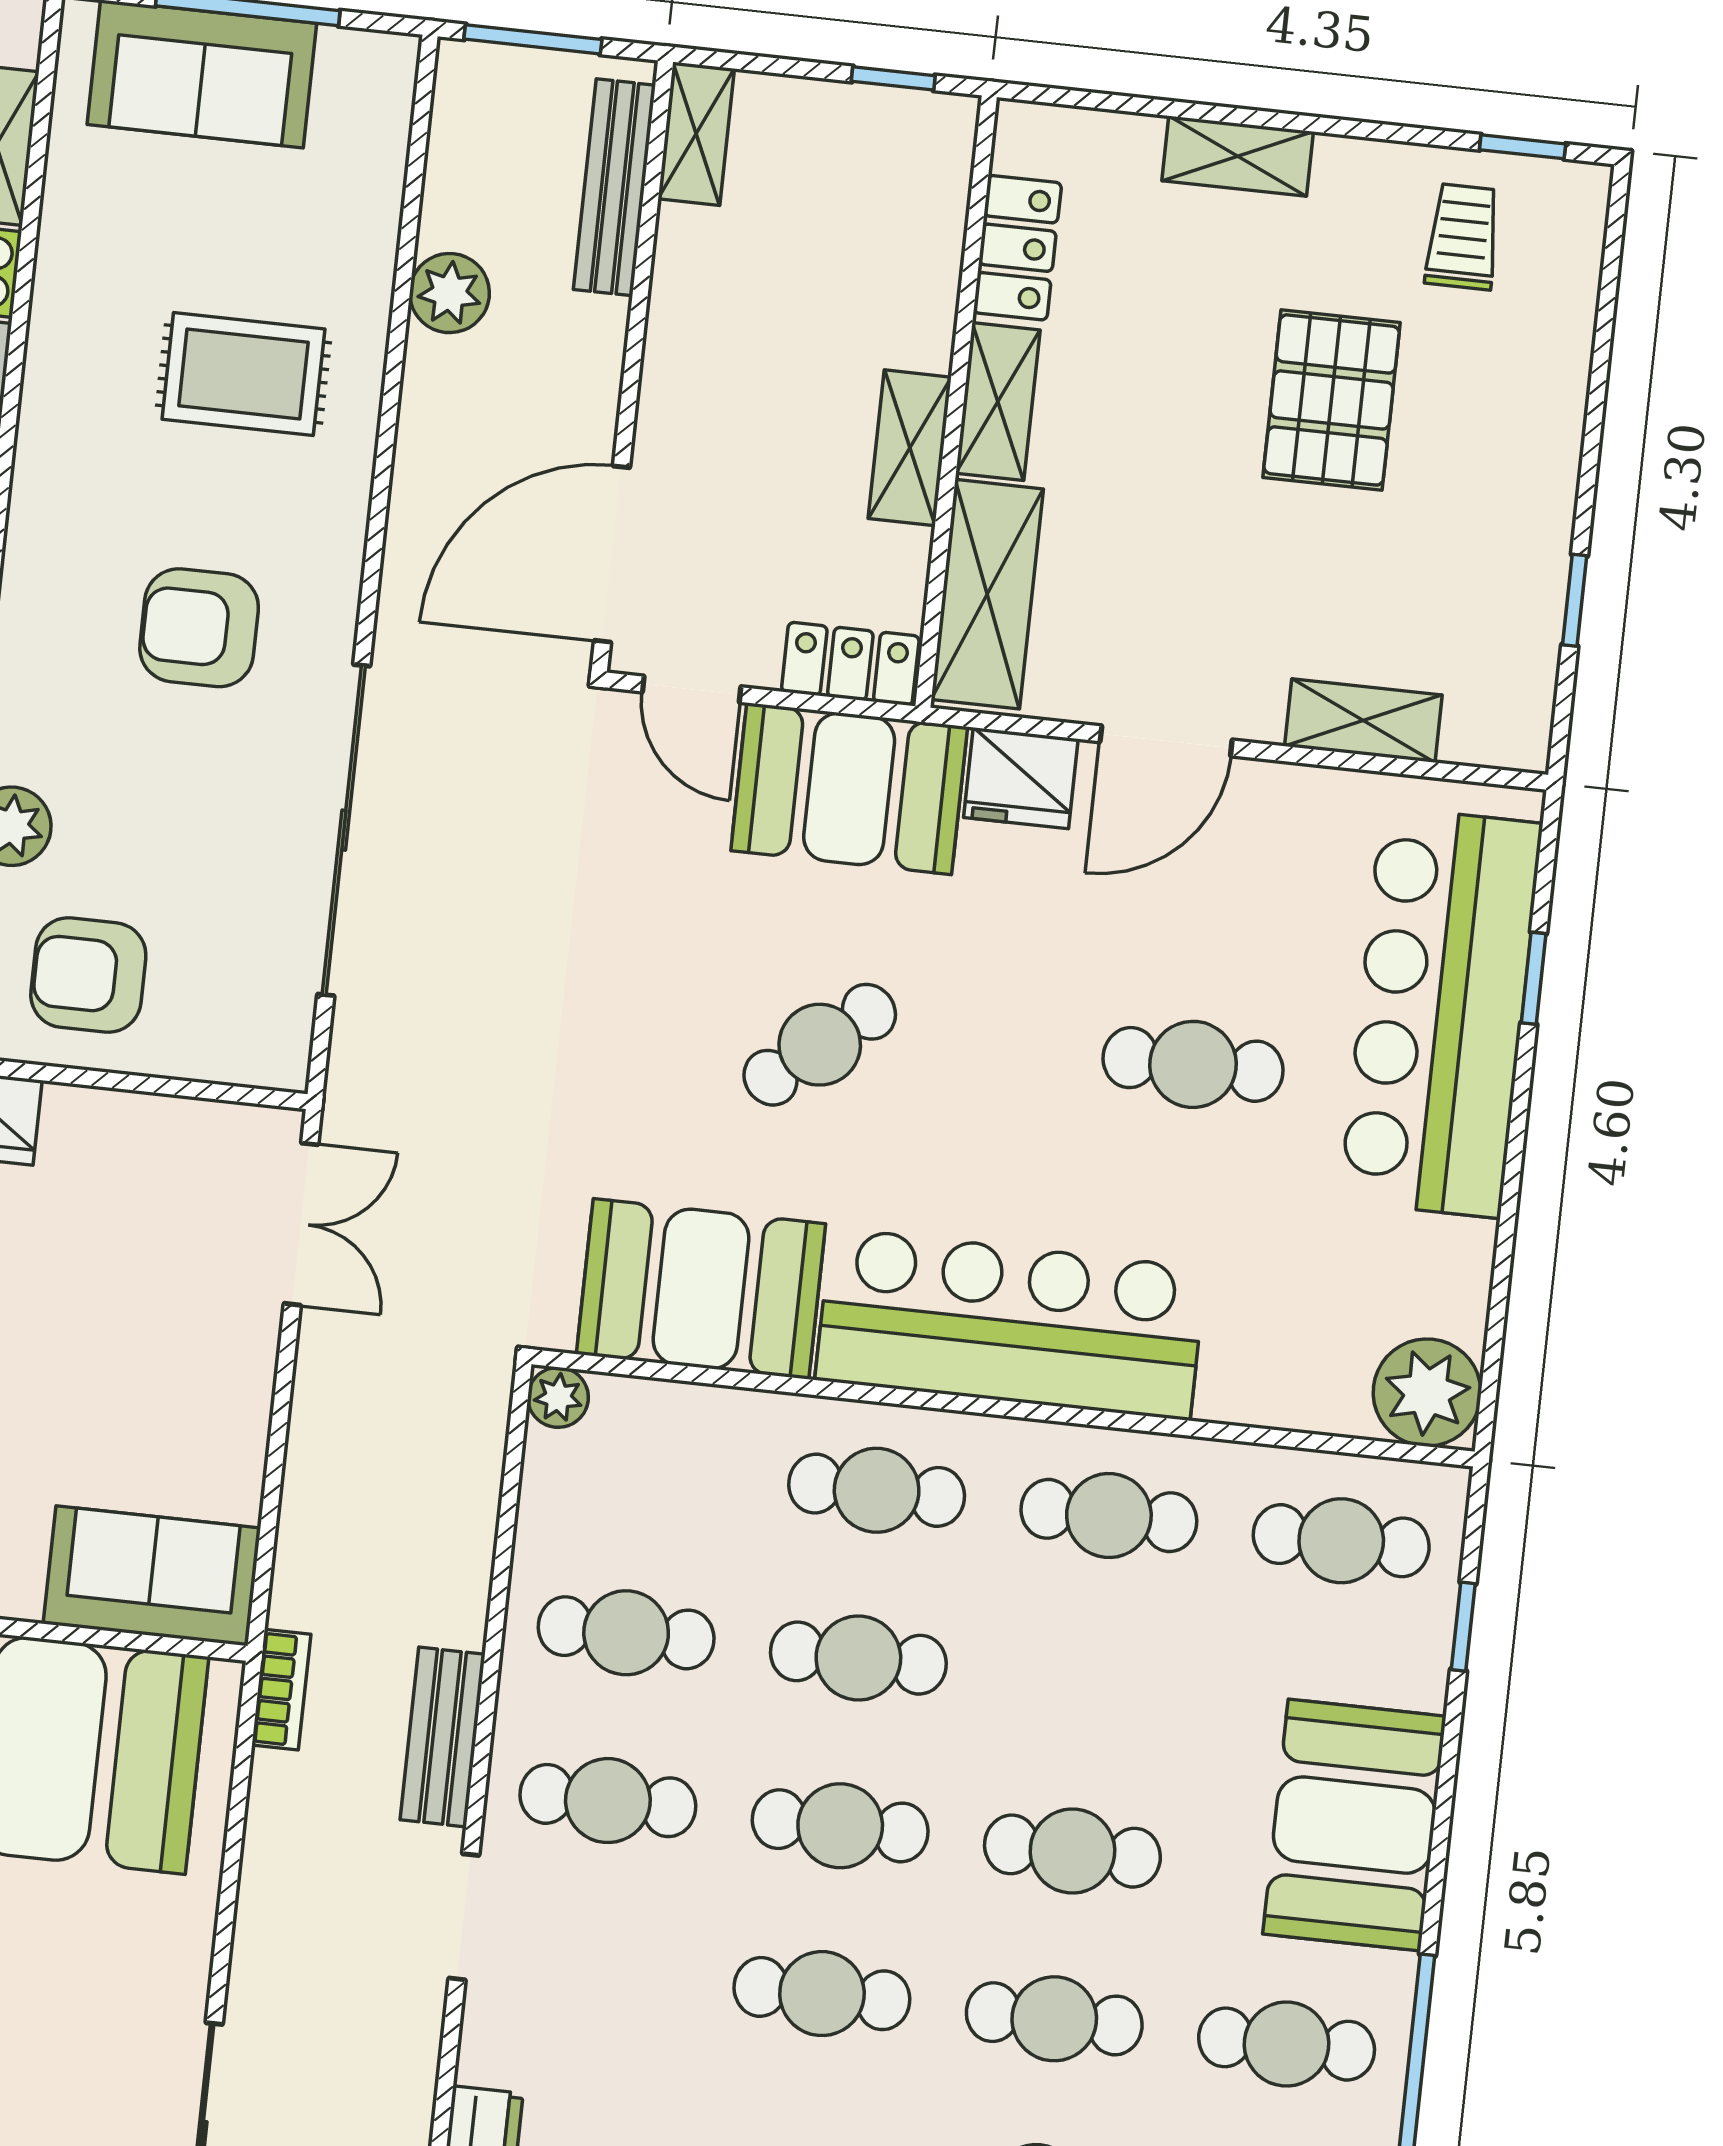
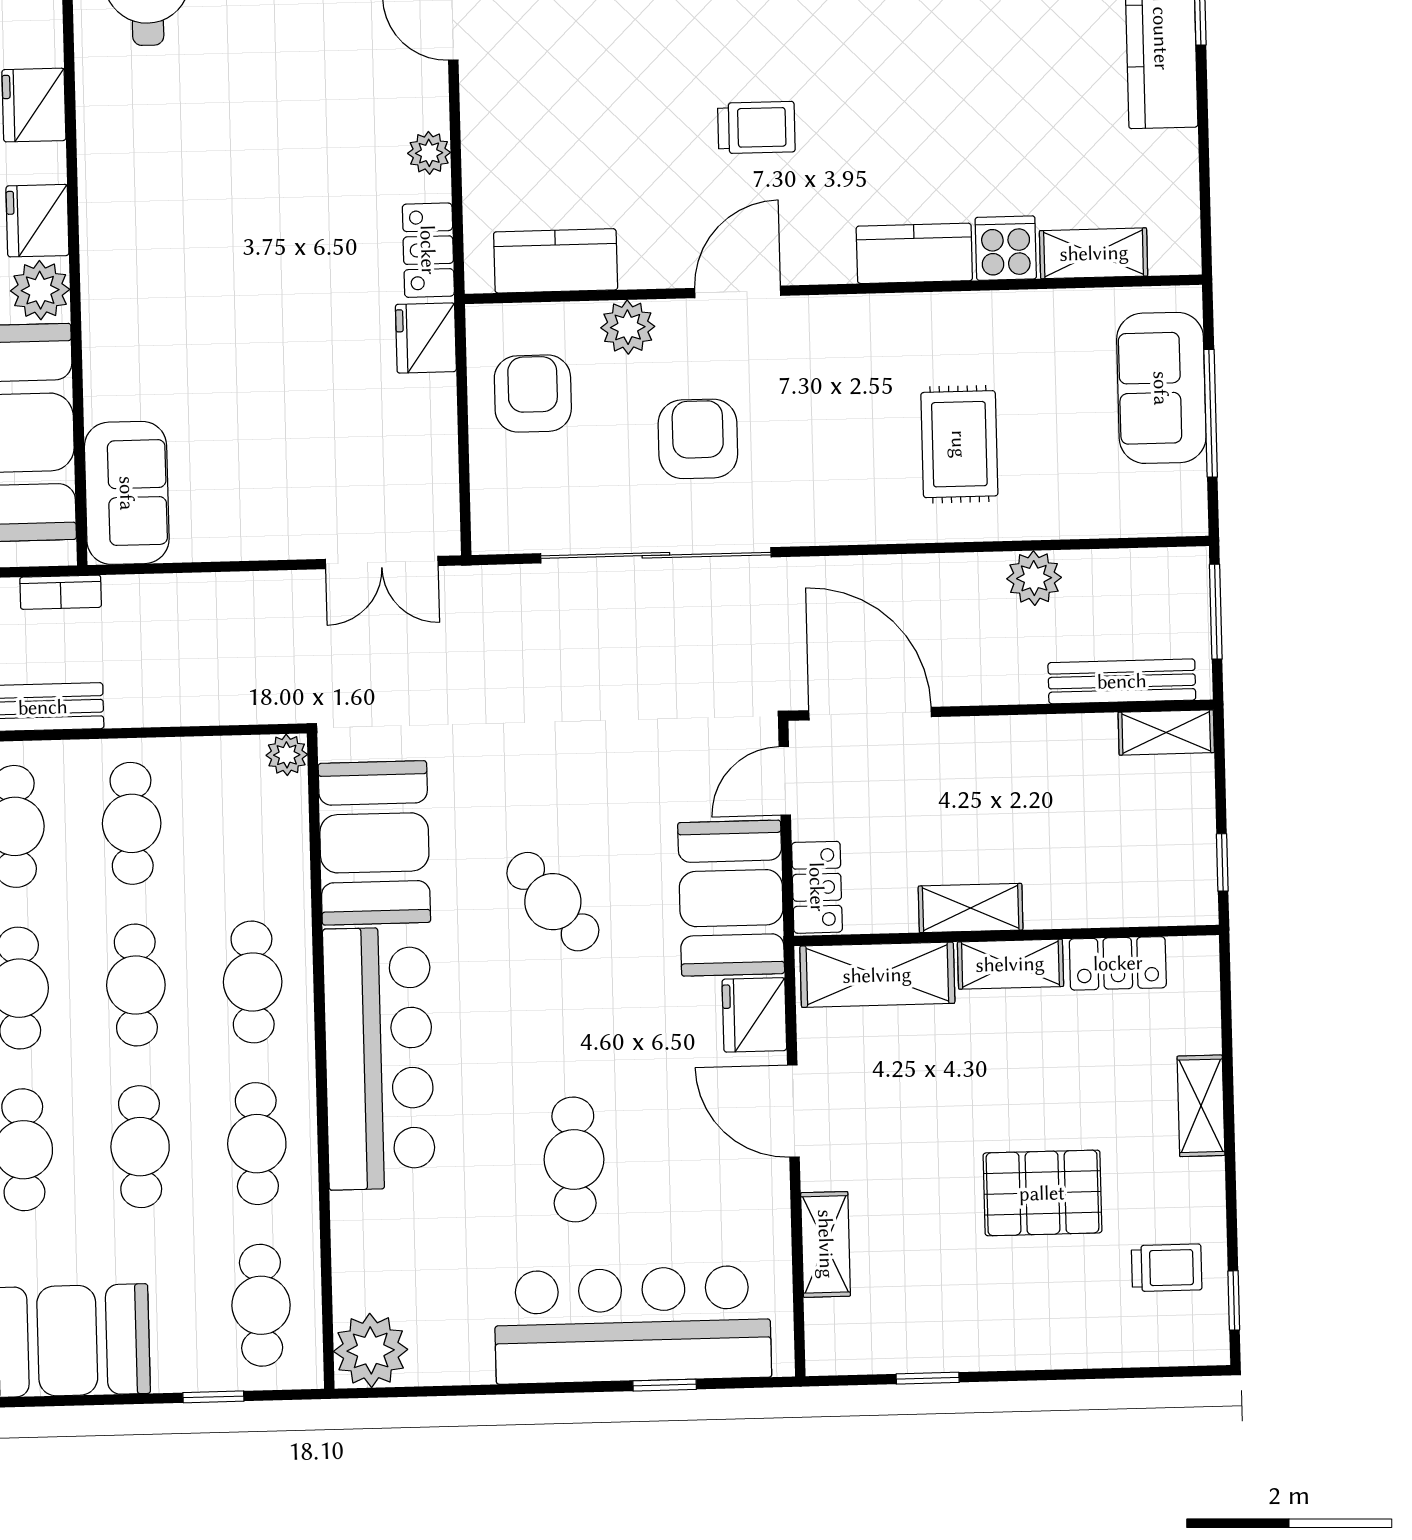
armchair: (199, 628) -> (698, 439), moved
cafe table: (1091, 1683) -> (140, 1147), added

